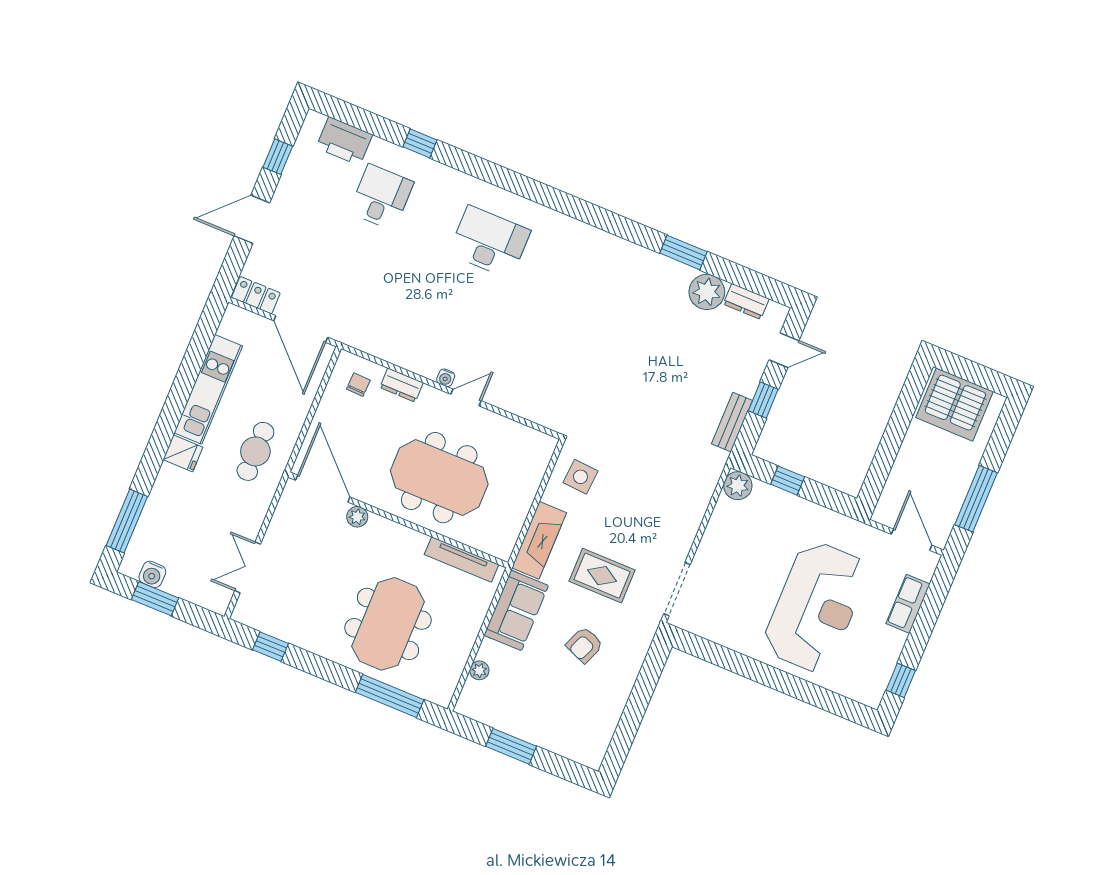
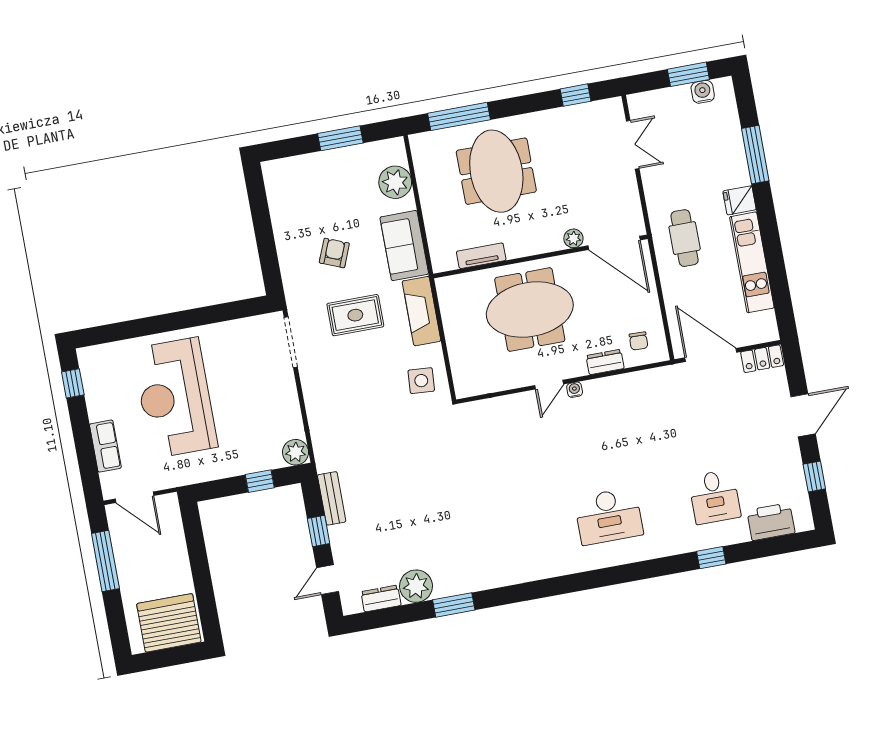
window: (127, 521) -> (755, 155), moved
tv unit: (462, 559) -> (481, 256), width x0.71
plant: (479, 670) -> (395, 182), width x1.88, depth x1.88

